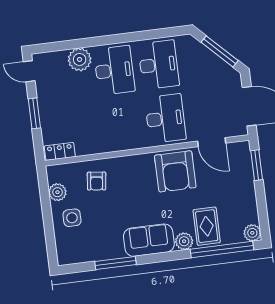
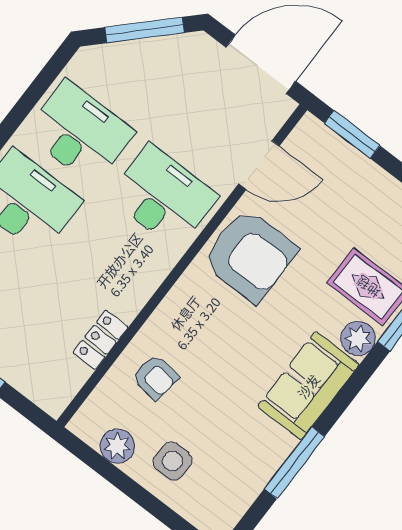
locker: (60, 151) -> (101, 340), moved

